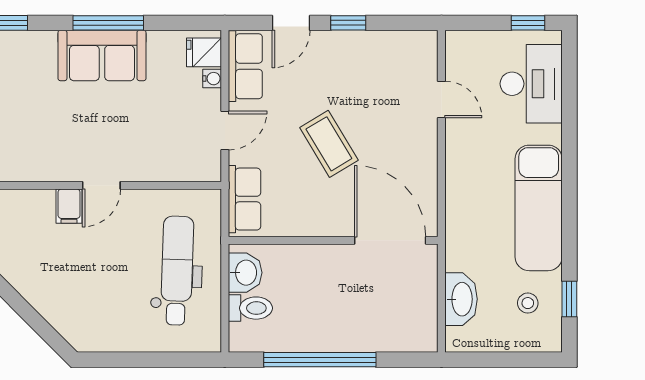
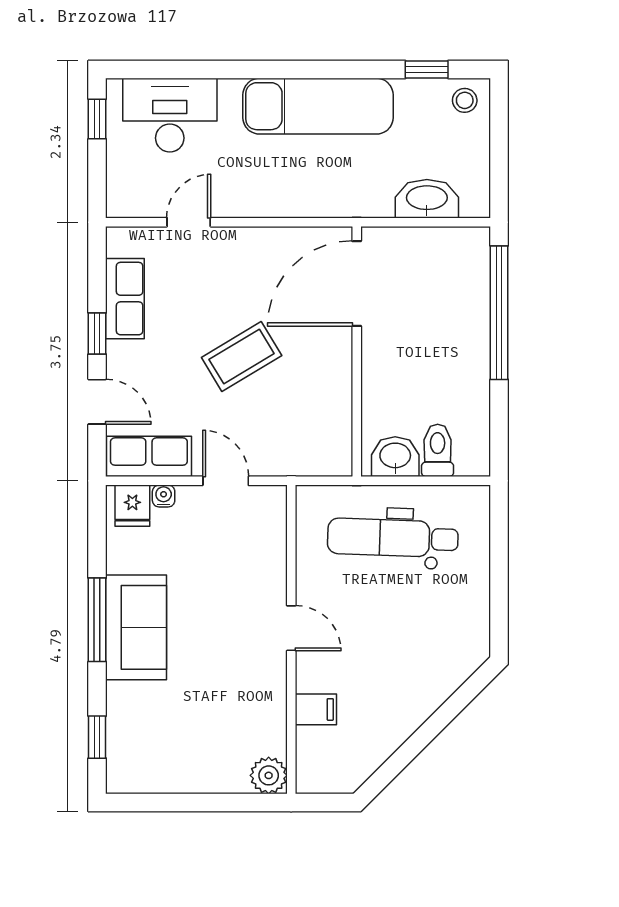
row of seats: (244, 199) -> (125, 299), moved, turned 90
filing cabinet: (69, 206) -> (316, 709), moved
stool: (528, 303) -> (465, 100), moved
window: (320, 360) -> (499, 313), moved

